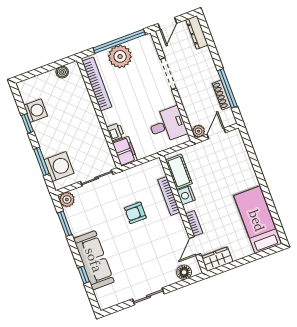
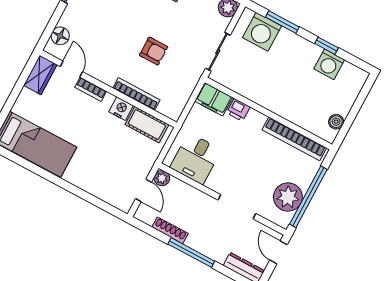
plant: (120, 56) -> (288, 197), moved
window: (227, 88) -> (191, 253), moved
armchair: (135, 213) -> (154, 51), turned 90

